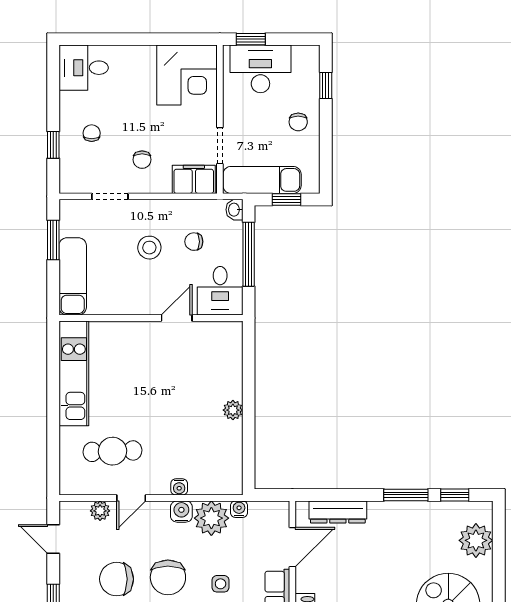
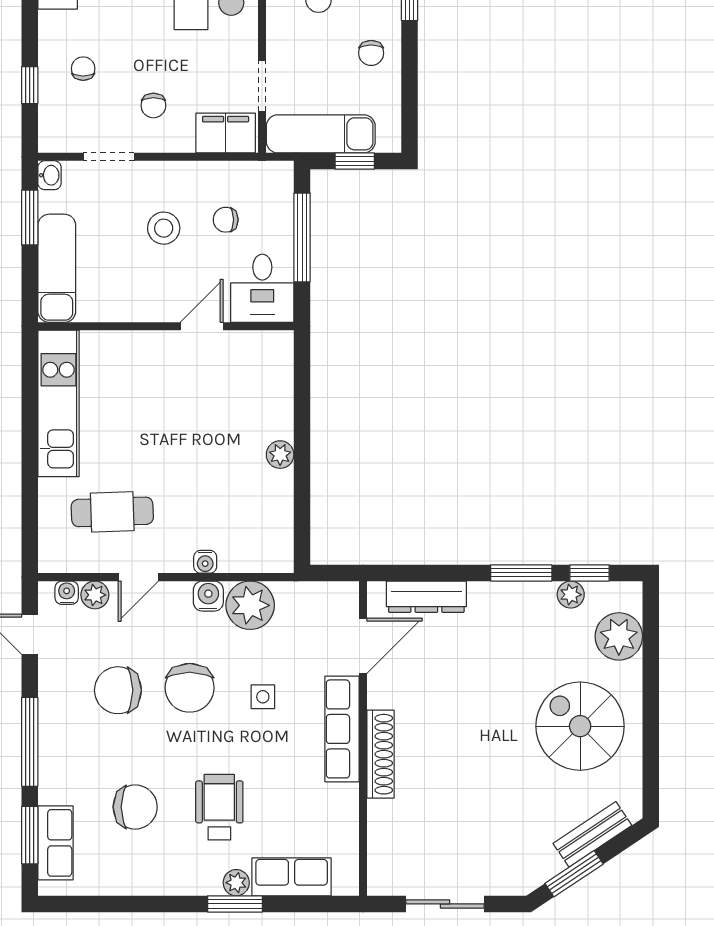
washbasin: (234, 210) -> (50, 175), moved, turned 180
water cooler: (239, 509) -> (67, 593), moved
plant: (441, 510) -> (571, 595), added

